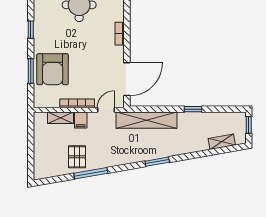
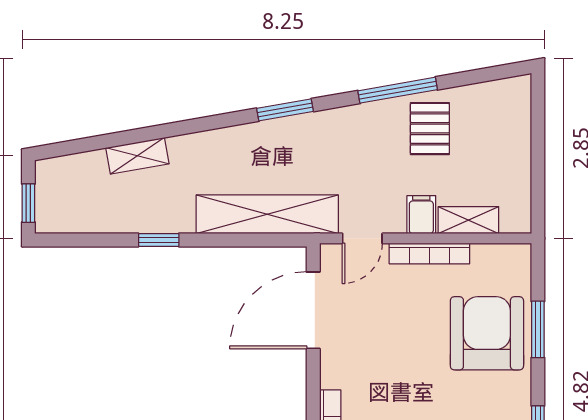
shelving: (222, 142) -> (137, 156), moved
window: (157, 162) -> (285, 110), moved

